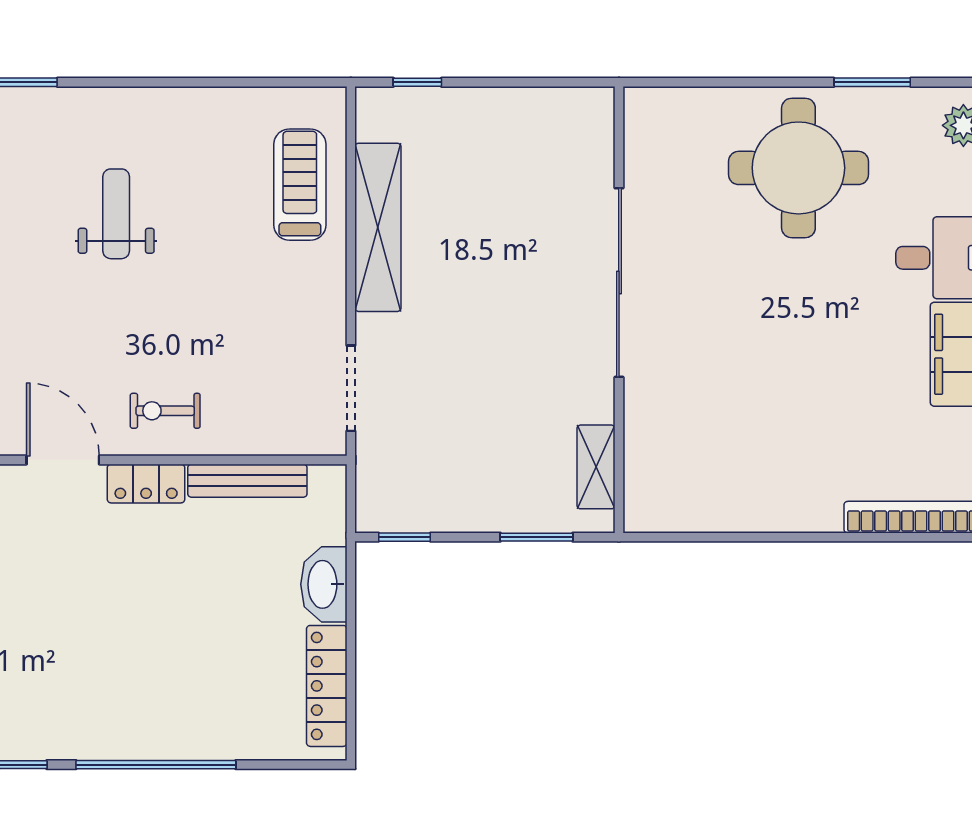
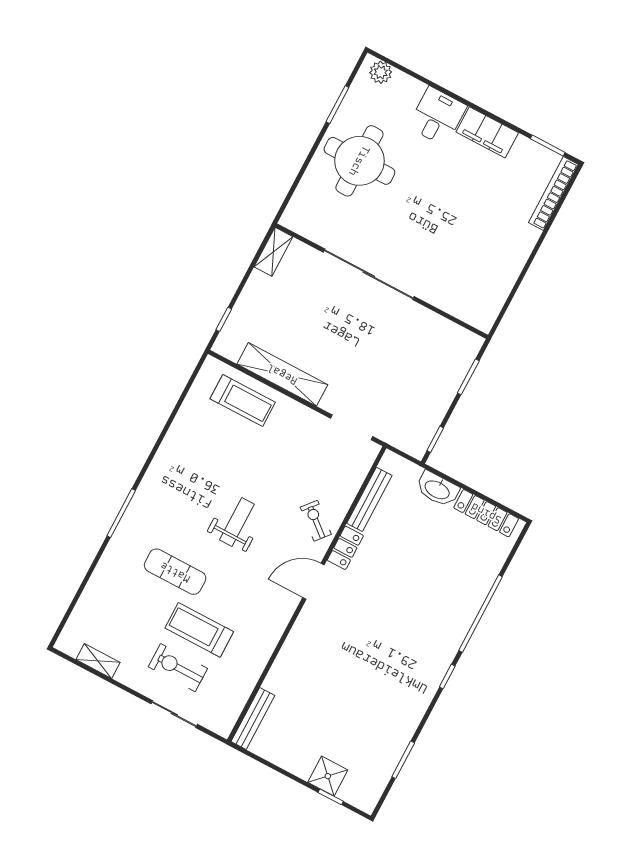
treadmill: (300, 185) -> (243, 401), turned 180
weight bench: (116, 214) -> (237, 522), moved, turned 90
exercise bike: (165, 411) -> (316, 521), turned 130
shelving: (596, 467) -> (273, 252), moved, turned 90

